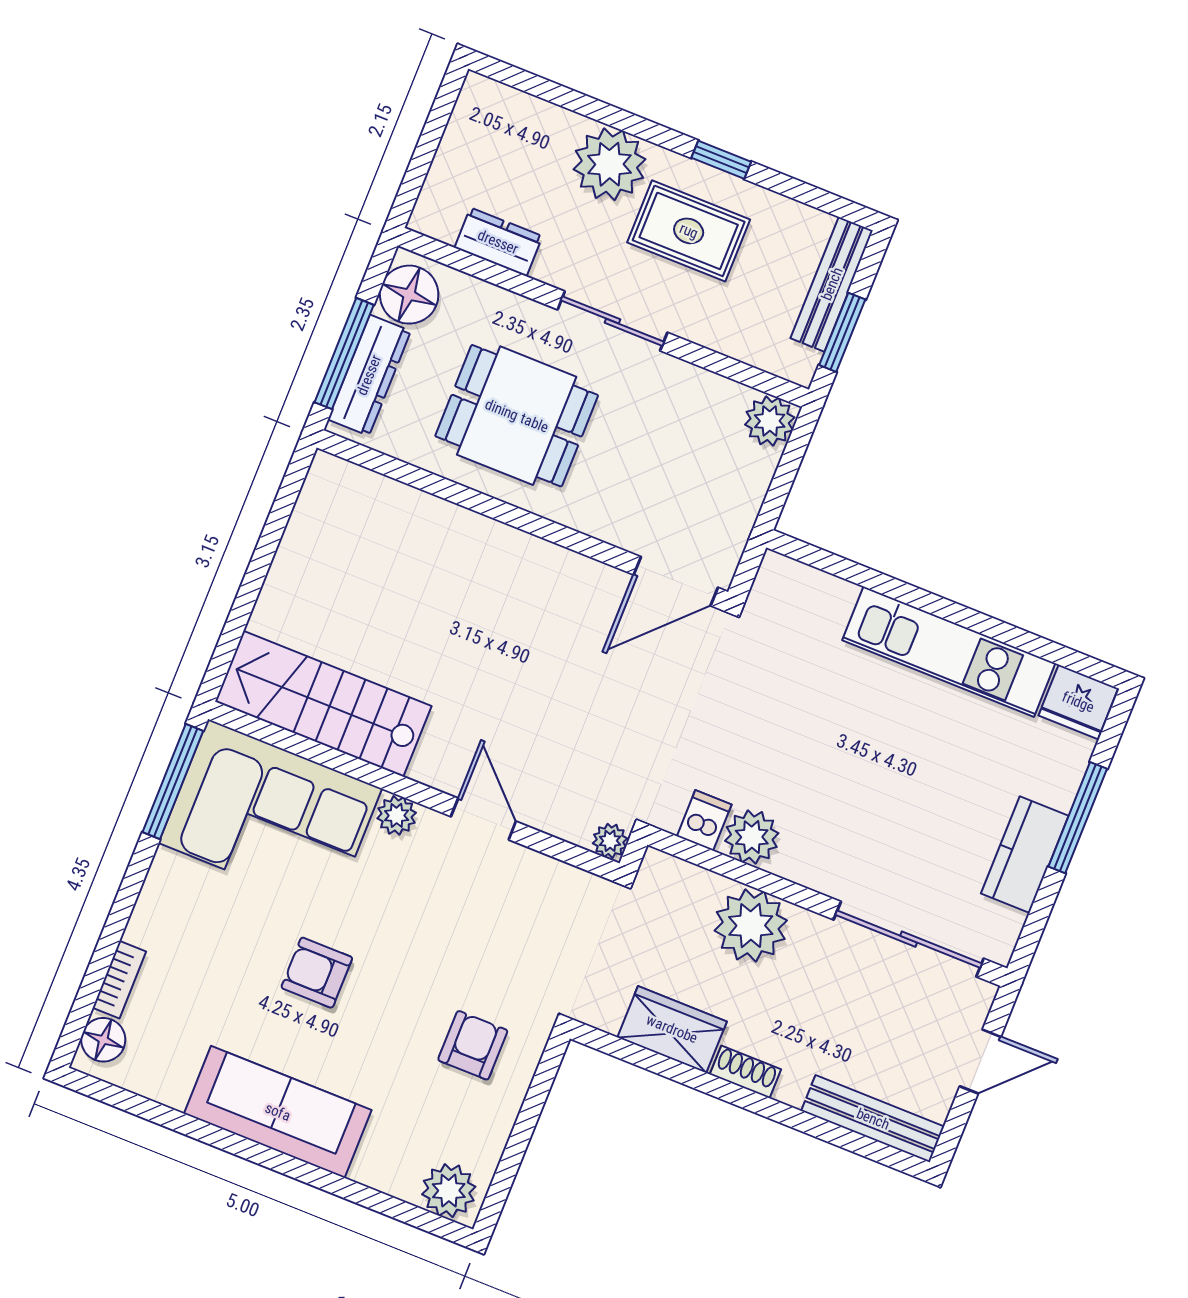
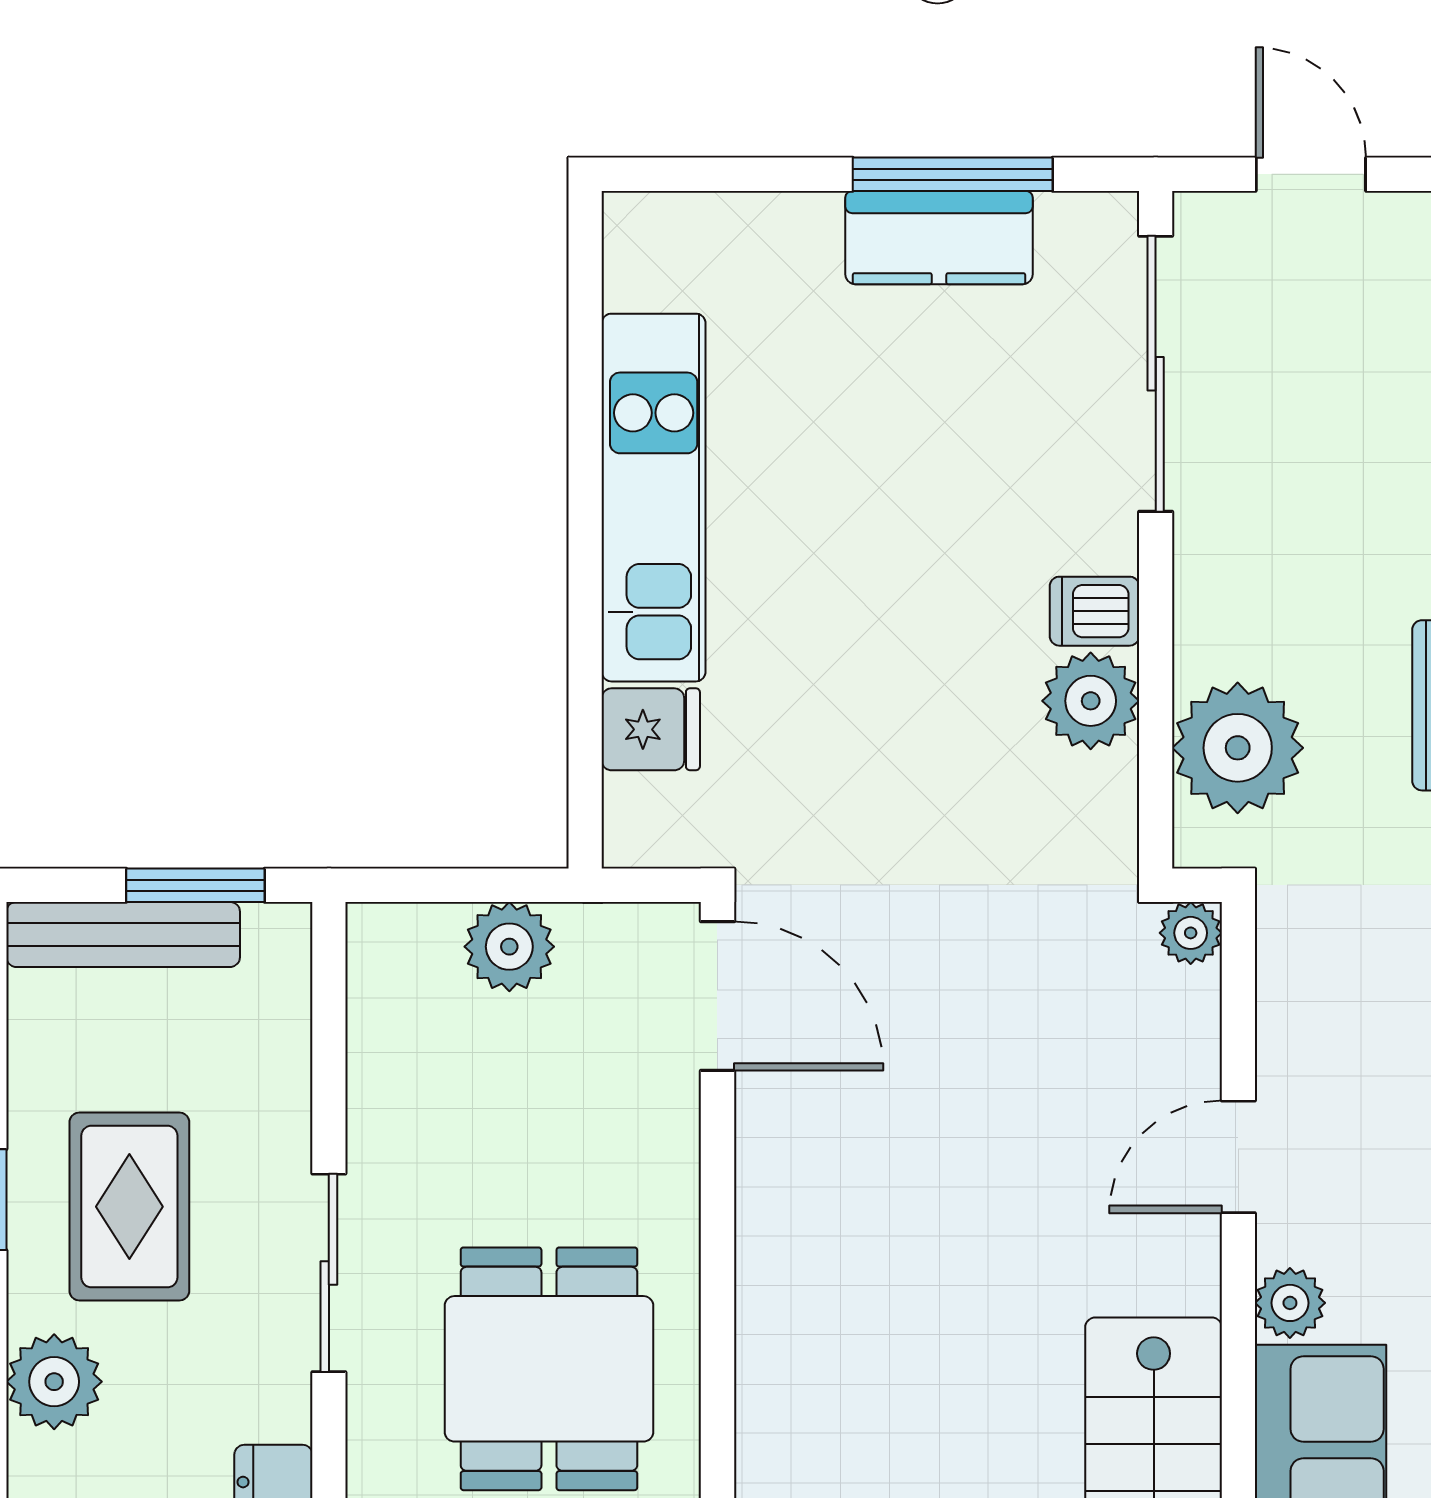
plant: (609, 164) -> (54, 1382), width x0.73, depth x0.73
plant: (770, 421) -> (509, 947), moved
fridge: (1078, 702) -> (651, 729), moved, width x0.72
window: (1078, 818) -> (953, 174), moved
dishwasher: (704, 820) -> (1094, 611), moved
plant: (751, 926) -> (1238, 748), moved

